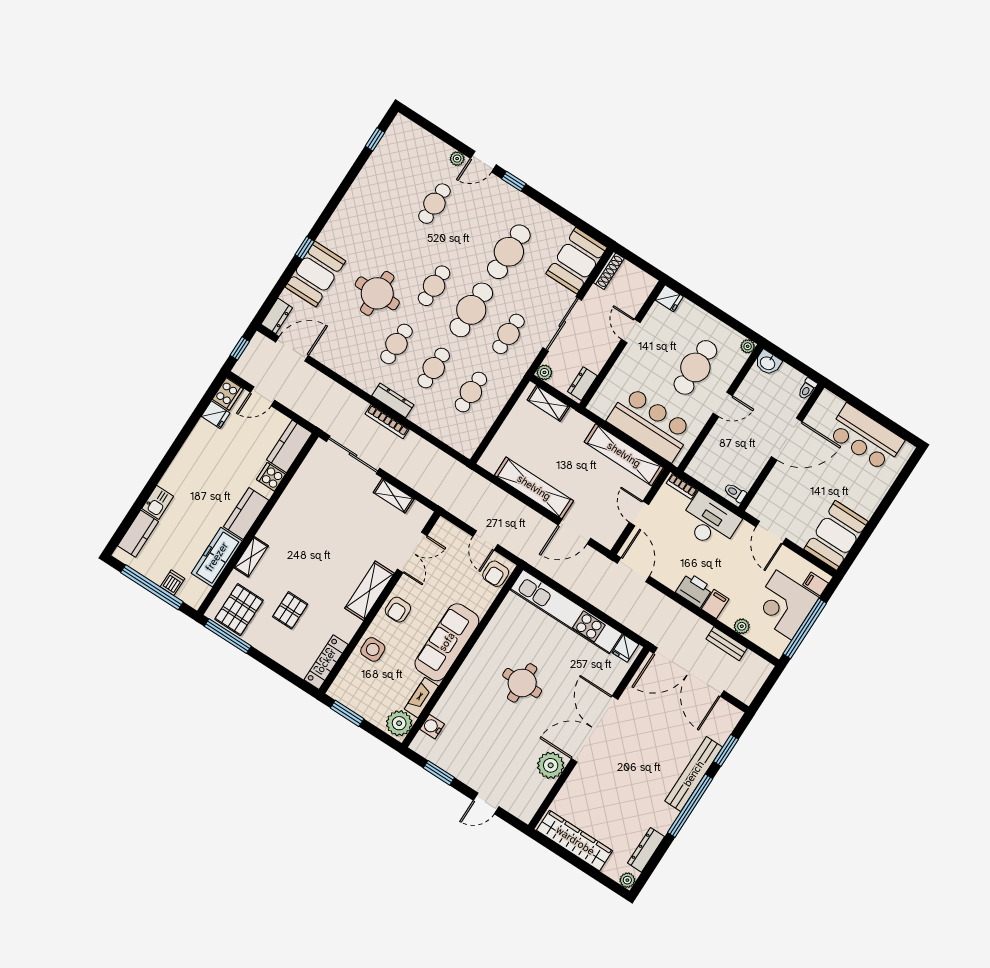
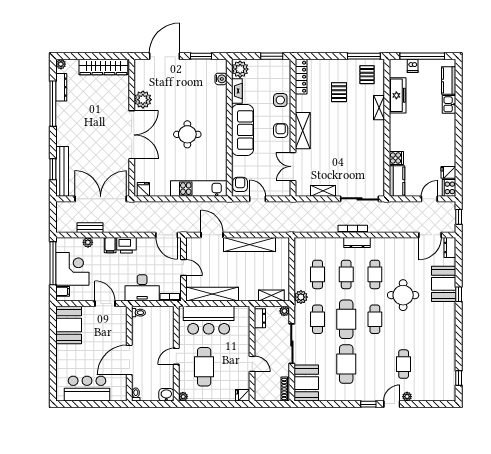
plant: (511, 377) -> (301, 297), added
kitchen counter: (246, 514) -> (397, 129), removed
door: (574, 532) -> (212, 235), hinge flipped
pallet: (239, 610) -> (367, 75), width x0.67, depth x0.71
kitchen unit: (566, 612) -> (199, 189), width x0.73
bench: (694, 774) -> (62, 171), moved
door: (486, 803) -> (164, 56), width x1.88
window: (690, 806) -> (53, 104), moved

